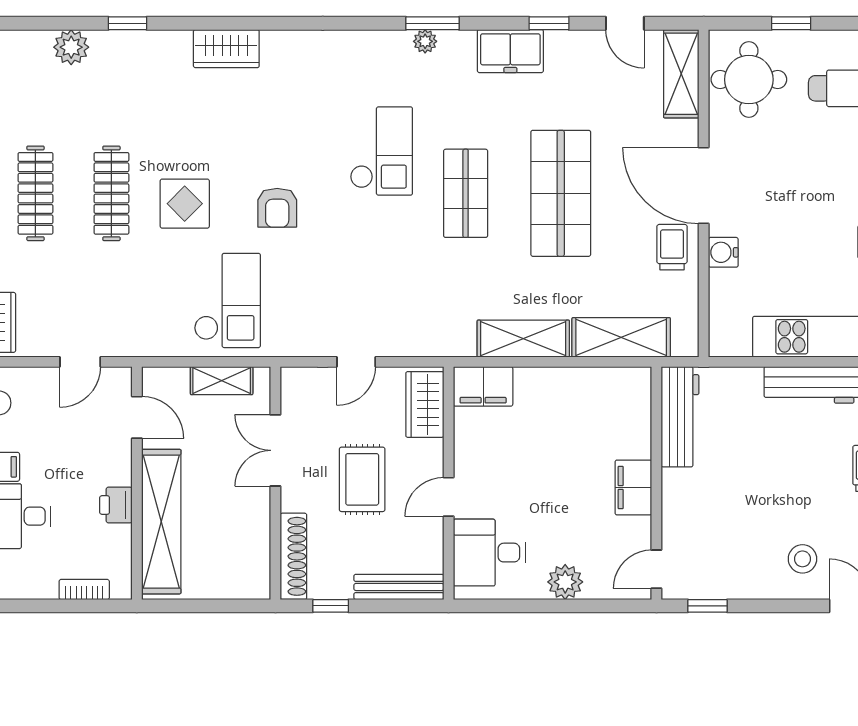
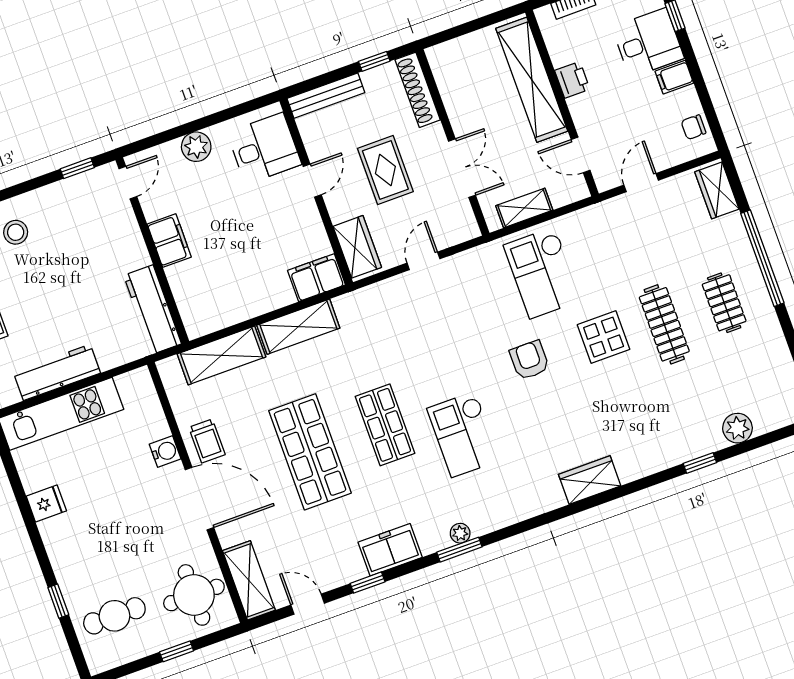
wardrobe: (226, 49) -> (590, 480), moved
clothes rail: (35, 193) -> (724, 303), width x0.73

